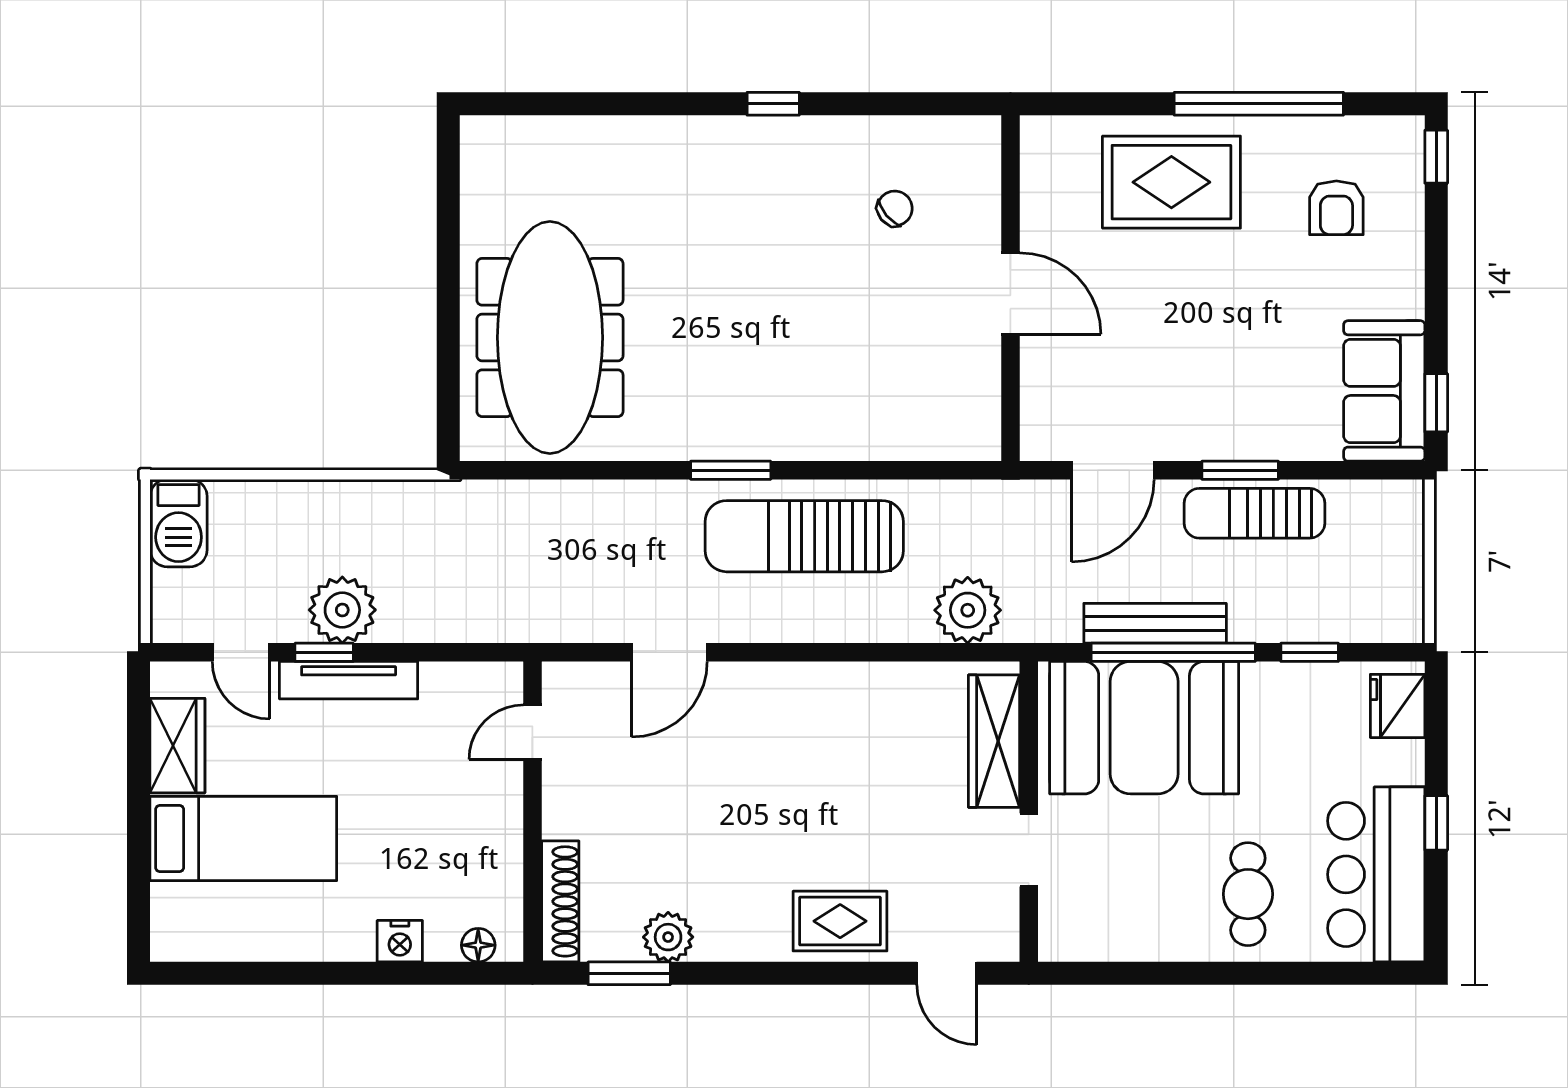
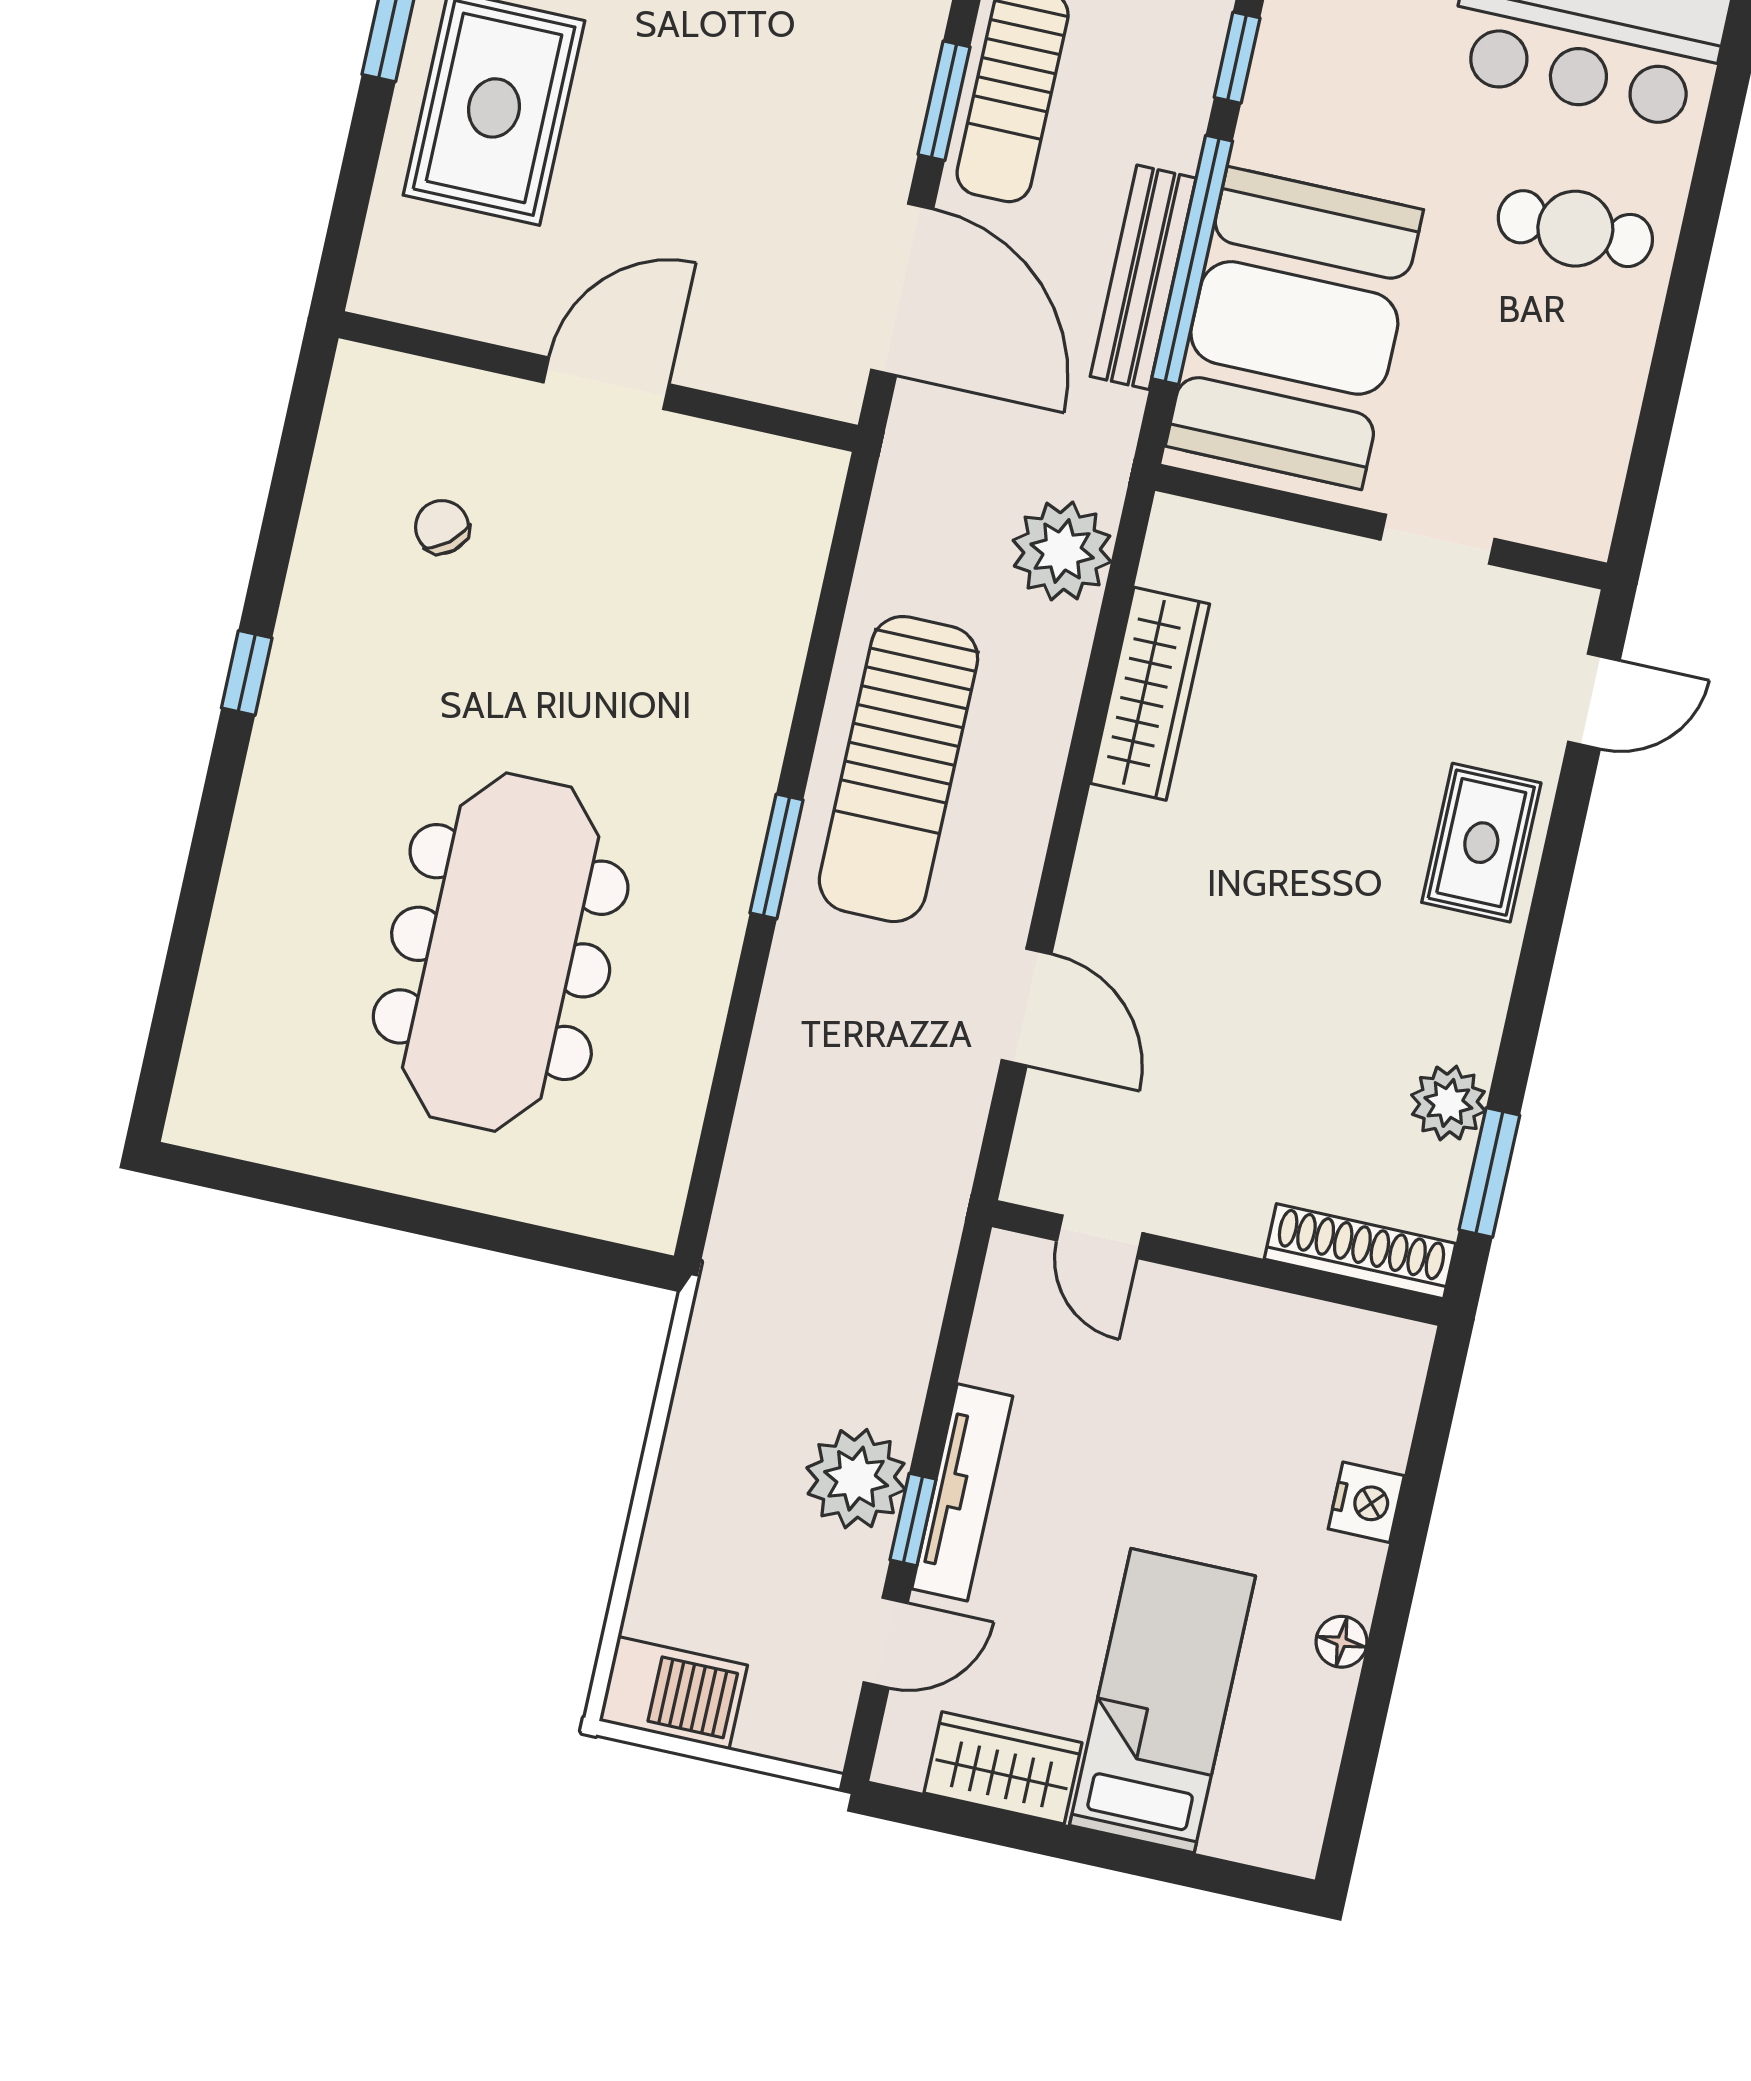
meeting table: (550, 337) -> (501, 952), moved, turned 90
door: (1113, 470) -> (902, 290), width x1.36
wardrobe: (994, 741) -> (1150, 694), moved, turned -90
floor lamp: (478, 945) -> (1342, 1642), moved

